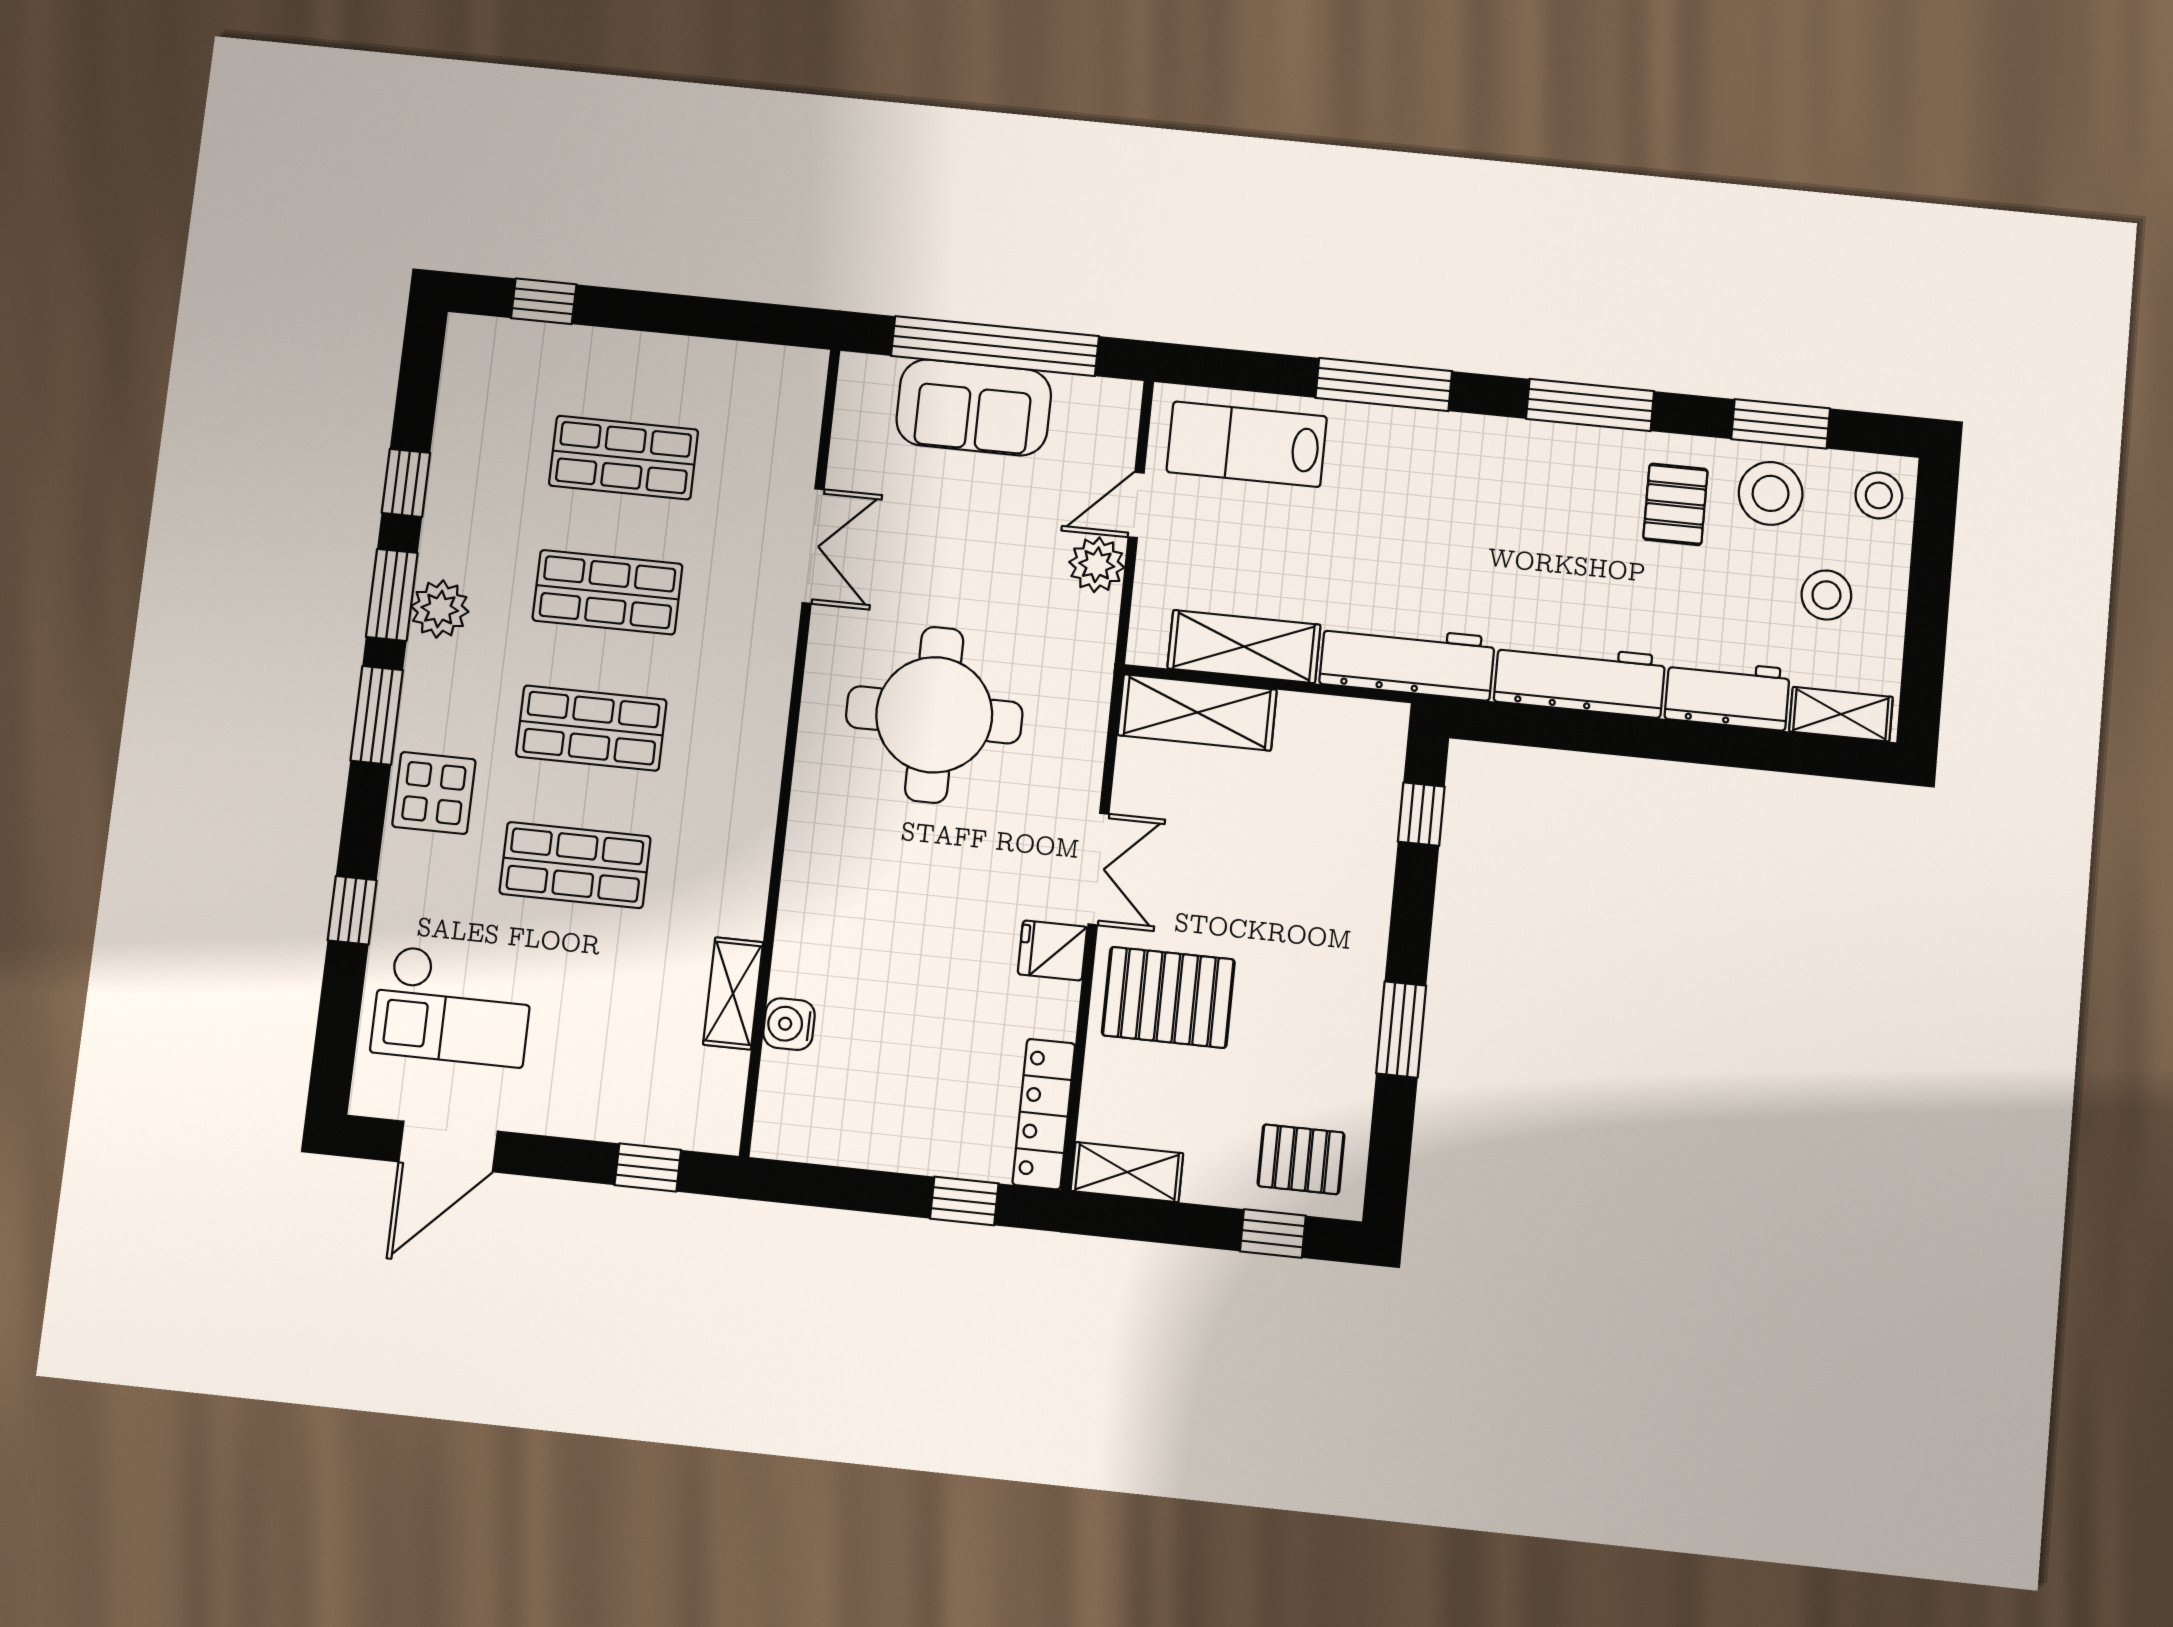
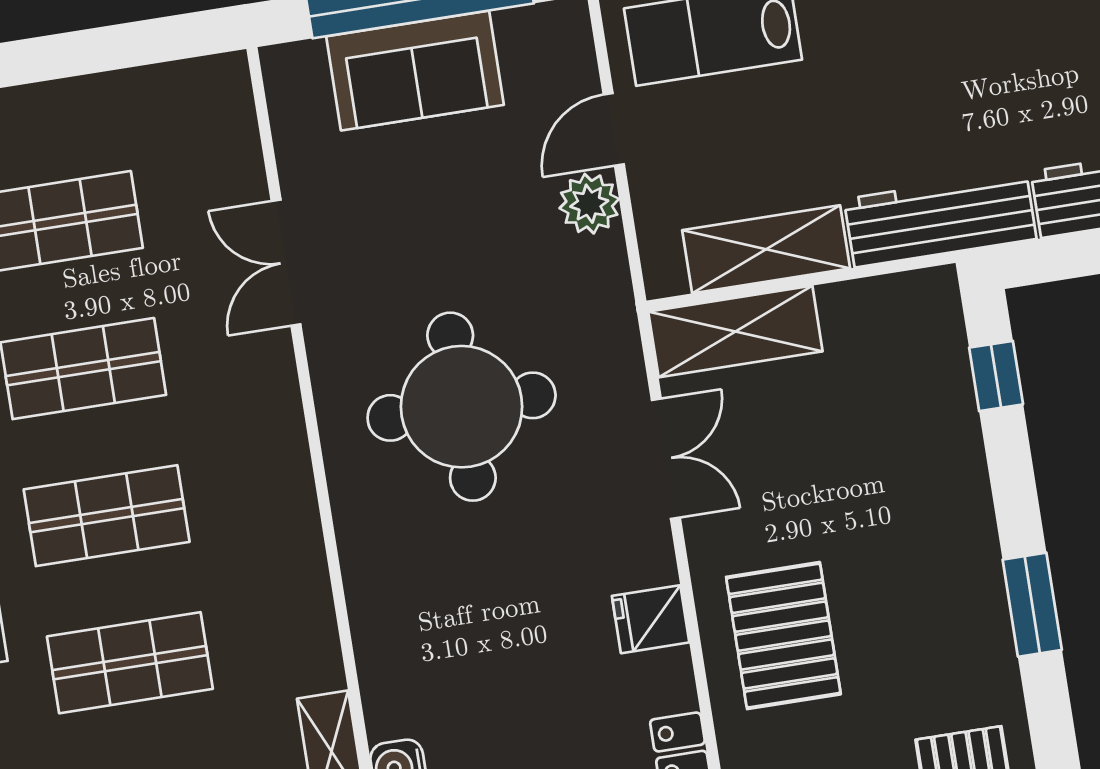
double door: (813, 546) -> (286, 263), swing flipped
double door: (1099, 869) -> (666, 459), moved
pallet: (1168, 997) -> (783, 636), turned 90

